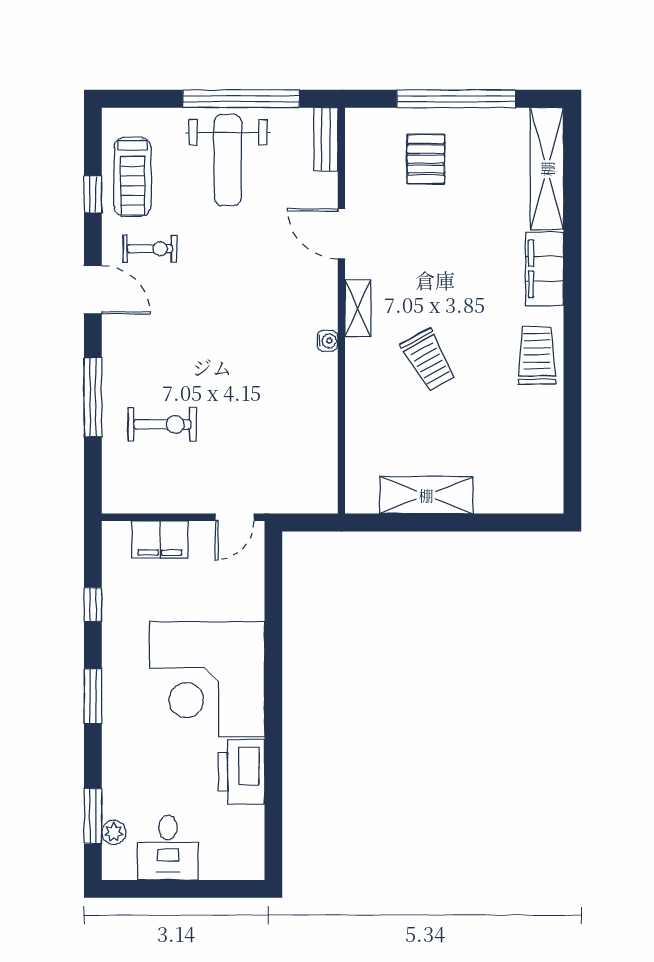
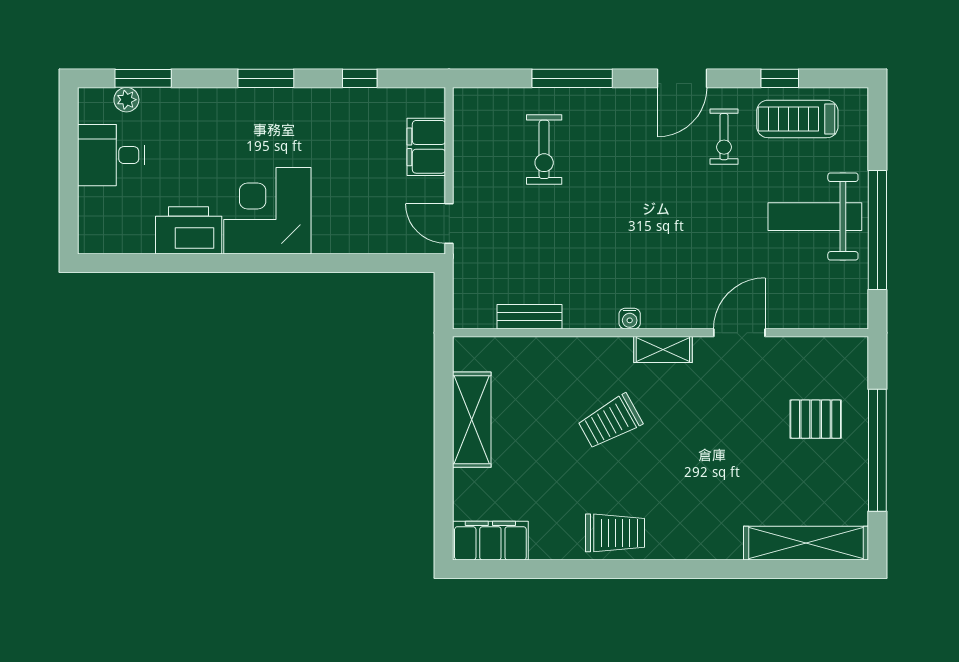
bench: (326, 139) -> (530, 317), moved
filing cabinet: (544, 269) -> (490, 541), moved
corner desk: (207, 679) -> (267, 211), width x0.74, depth x0.74

